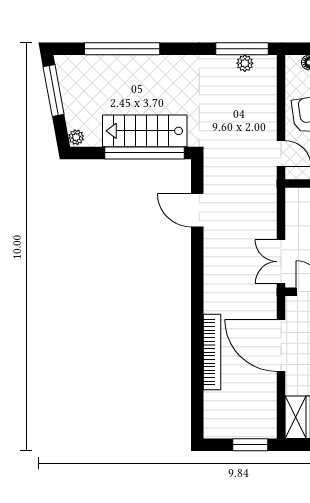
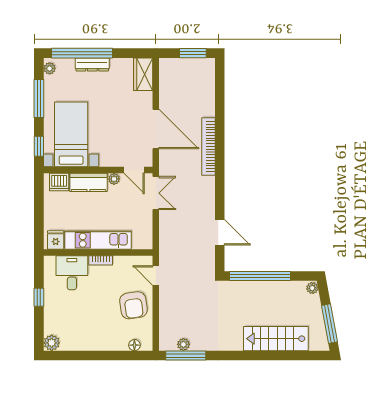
window: (122, 49) -> (277, 355), removed
stairs: (145, 131) -> (276, 339), moved, turned 180
bookcase: (212, 352) -> (208, 146), moved
window: (250, 445) -> (193, 53), moved

